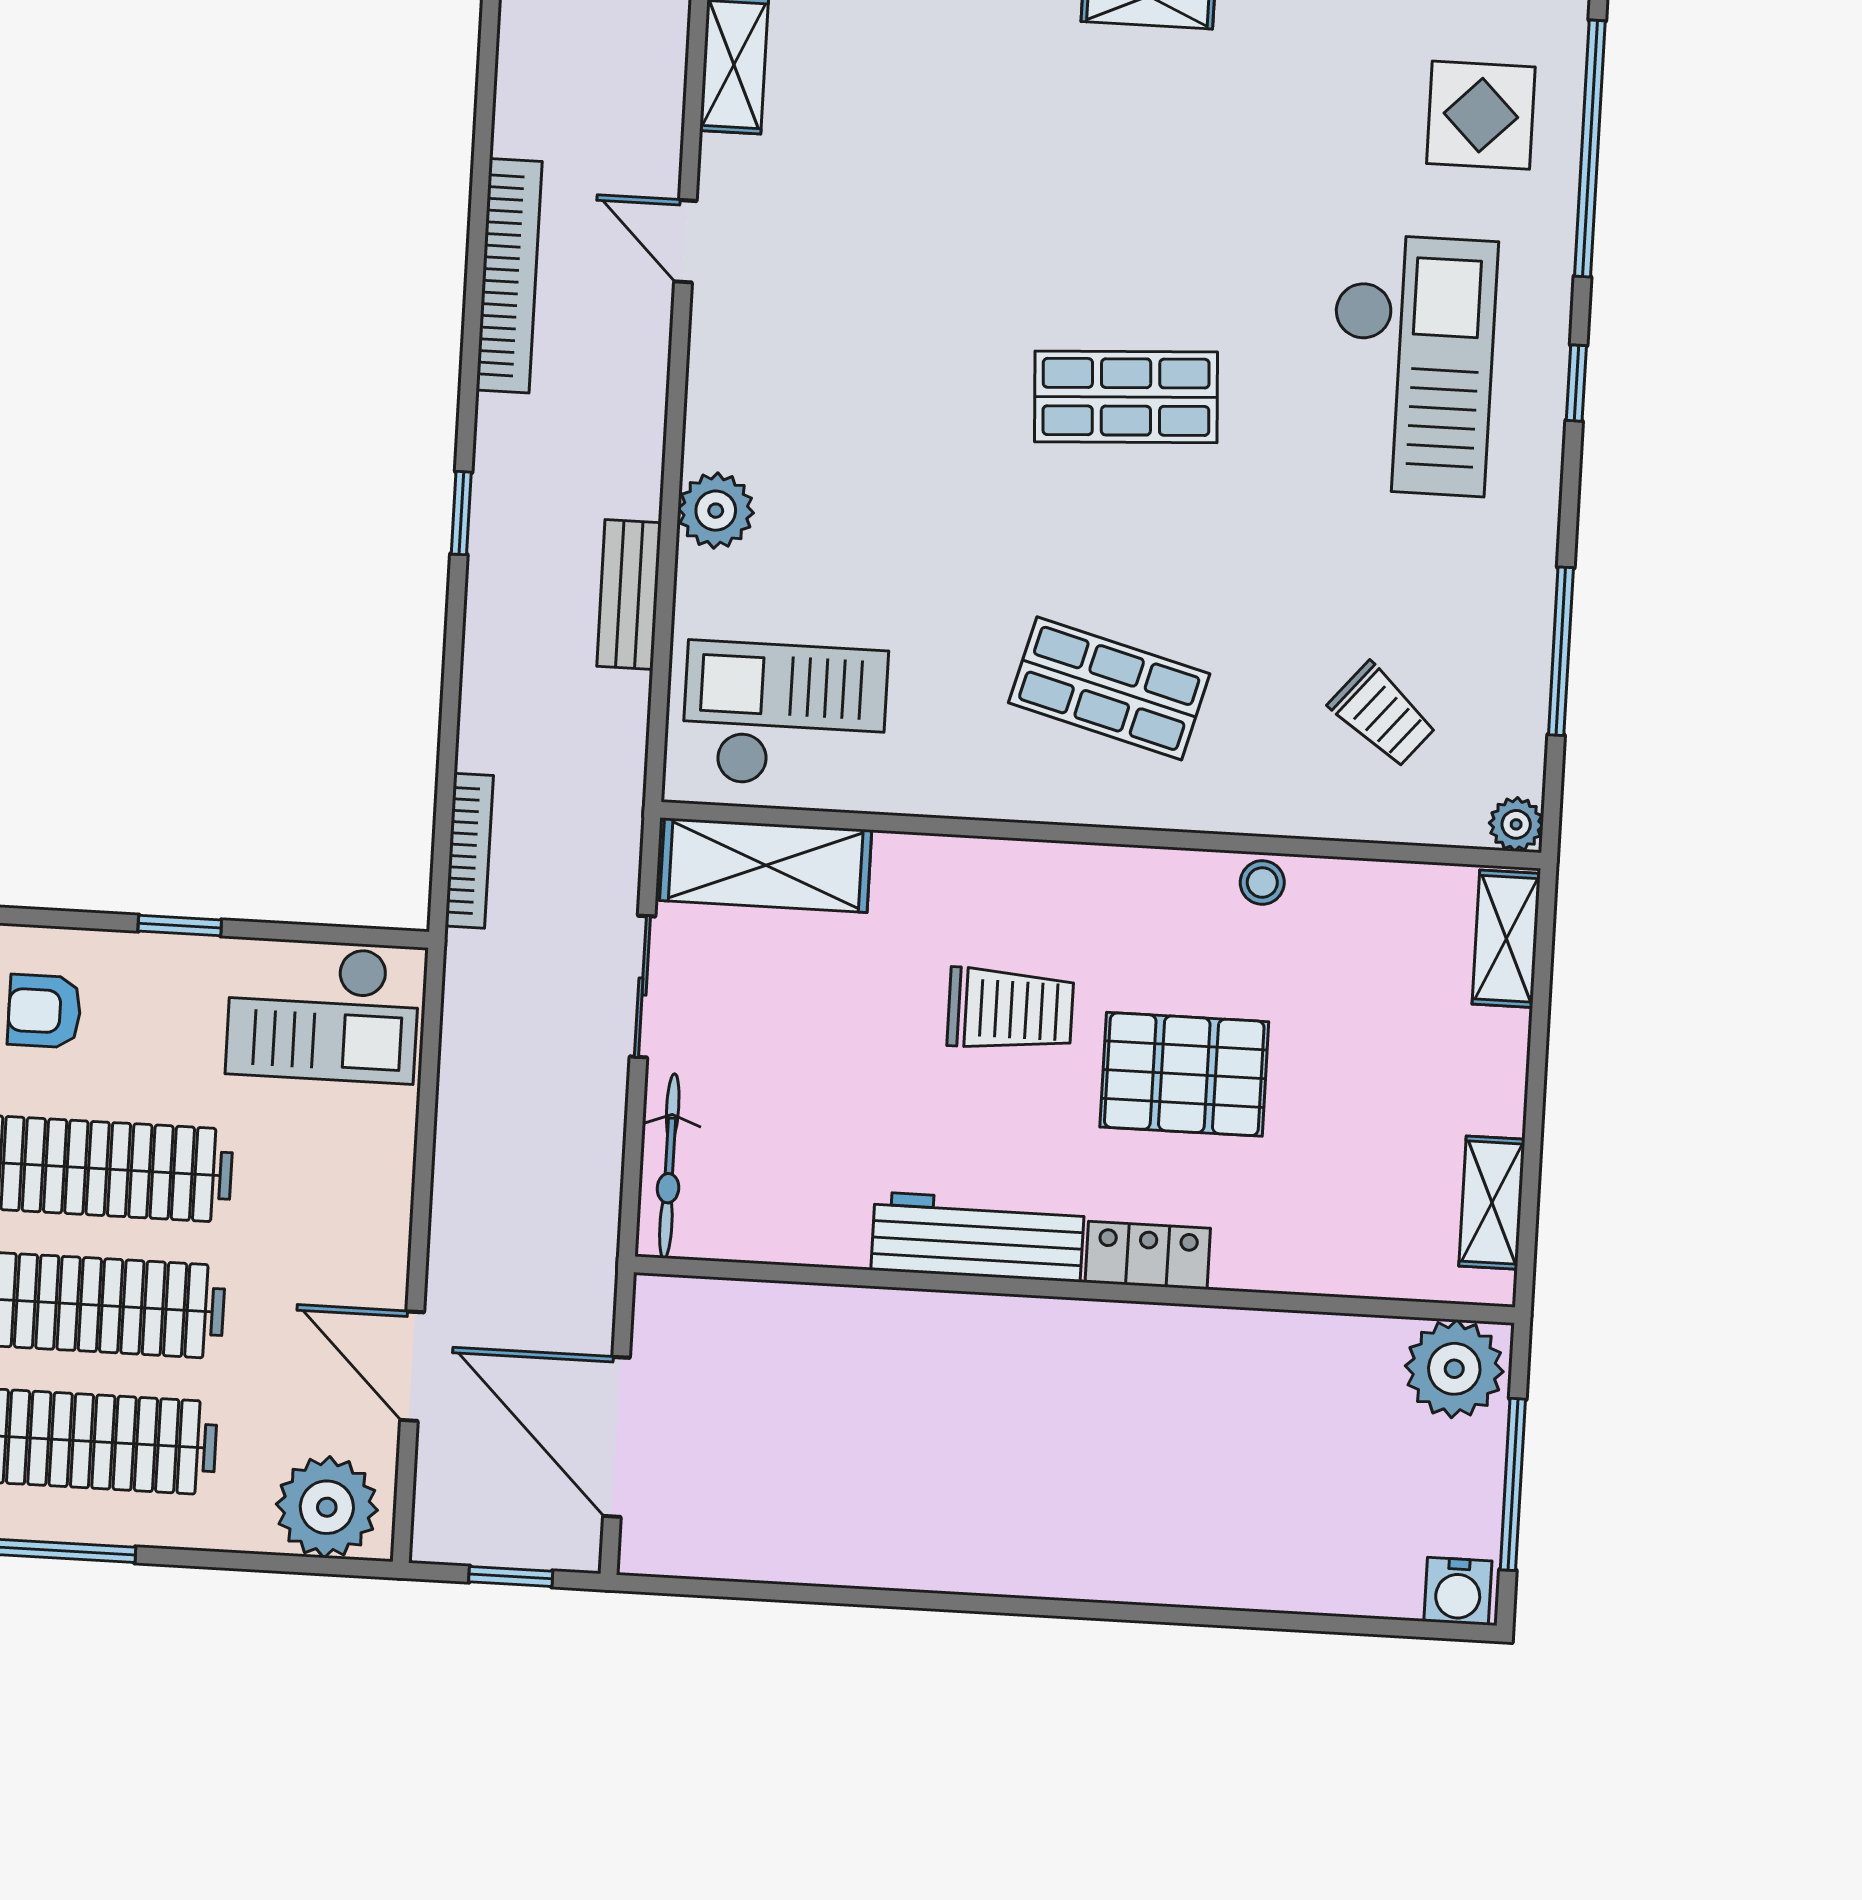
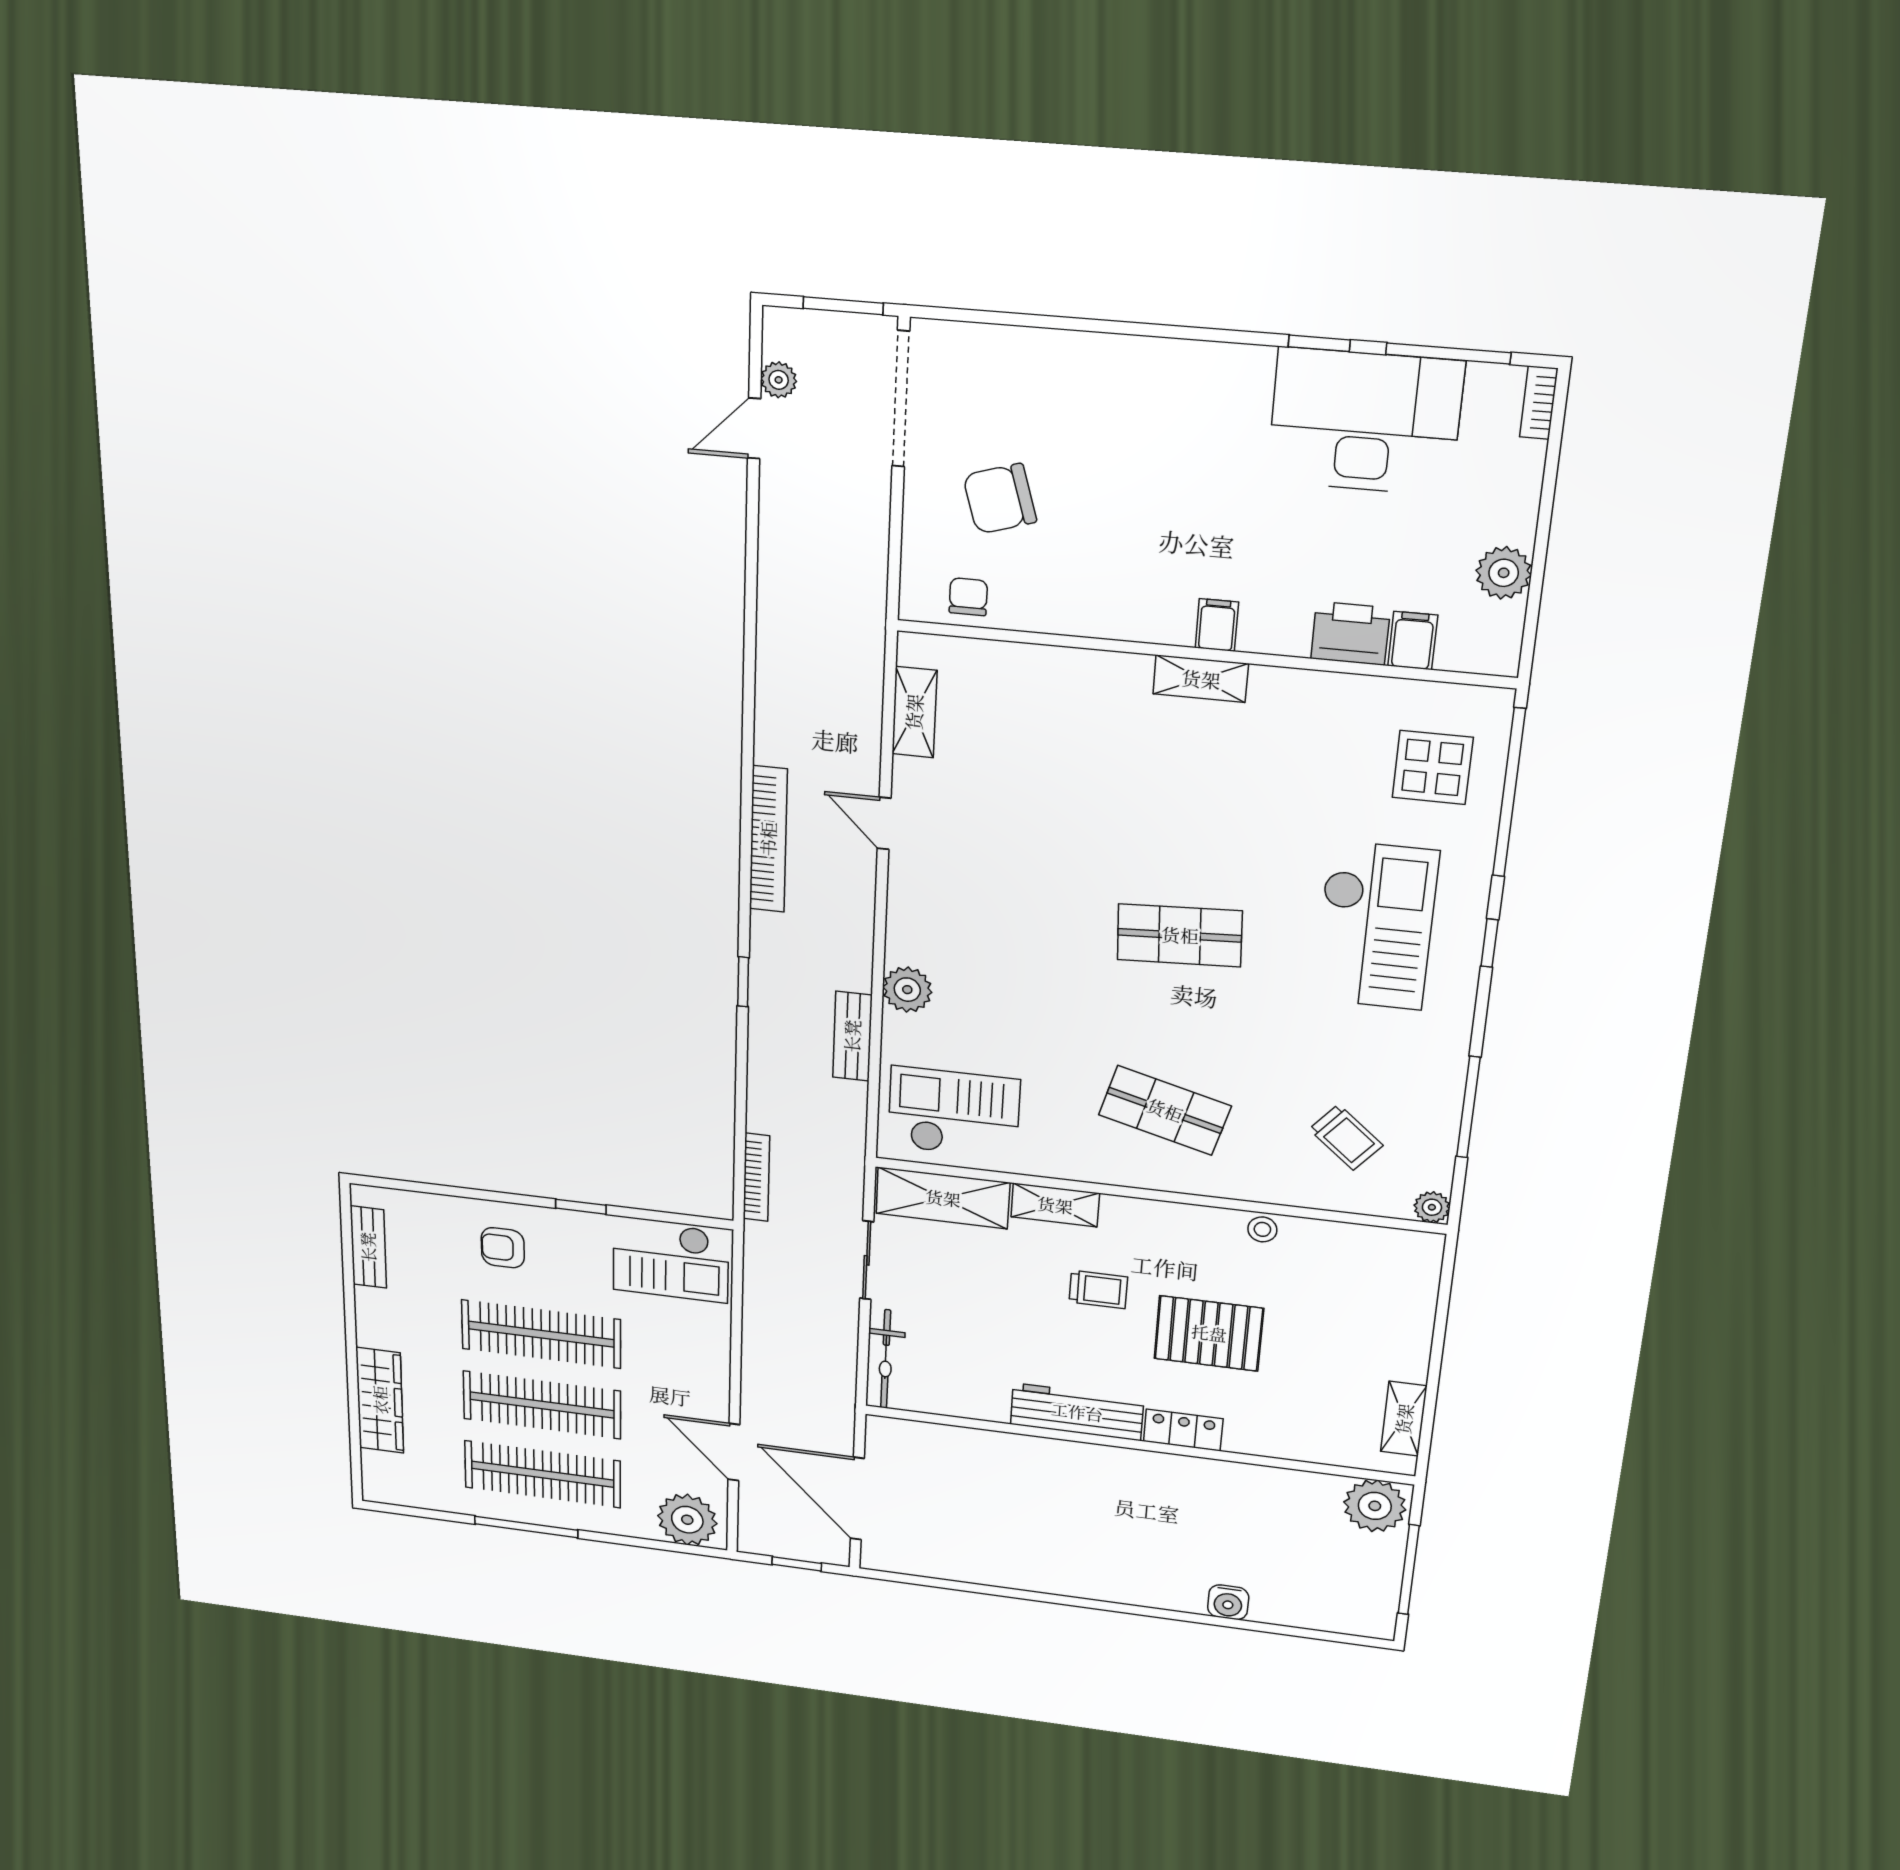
shelving: (1506, 939) -> (1055, 1205), moved, turned 90
trolley: (1010, 1009) -> (1098, 1290), width x0.73, depth x0.72
water cooler: (1458, 1591) -> (1228, 1602), moved

